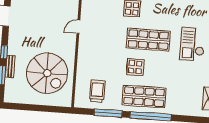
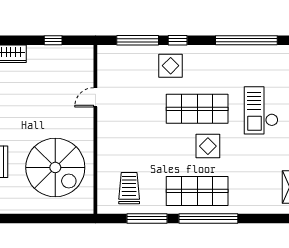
display table: (135, 67) -> (208, 146), moved

